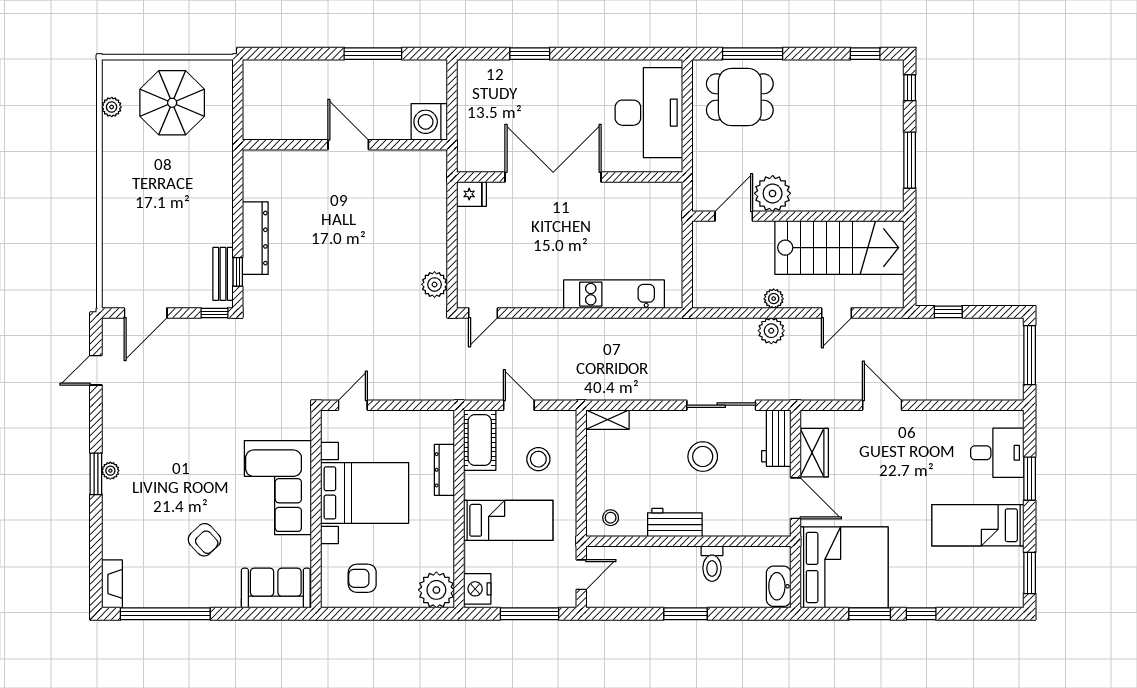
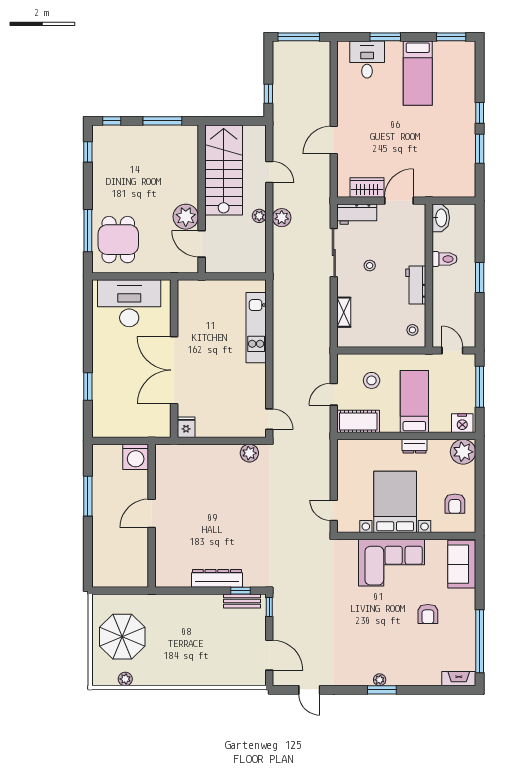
shelving: (607, 420) -> (344, 312), moved
stool: (703, 457) -> (370, 266), width x0.53, depth x0.53
dresser: (444, 470) -> (415, 446), moved, width x0.70
armchair: (204, 540) -> (428, 614), turned 133
bed: (844, 567) -> (447, 167), removed
washbasin: (779, 586) -> (441, 218), moved, turned -90

